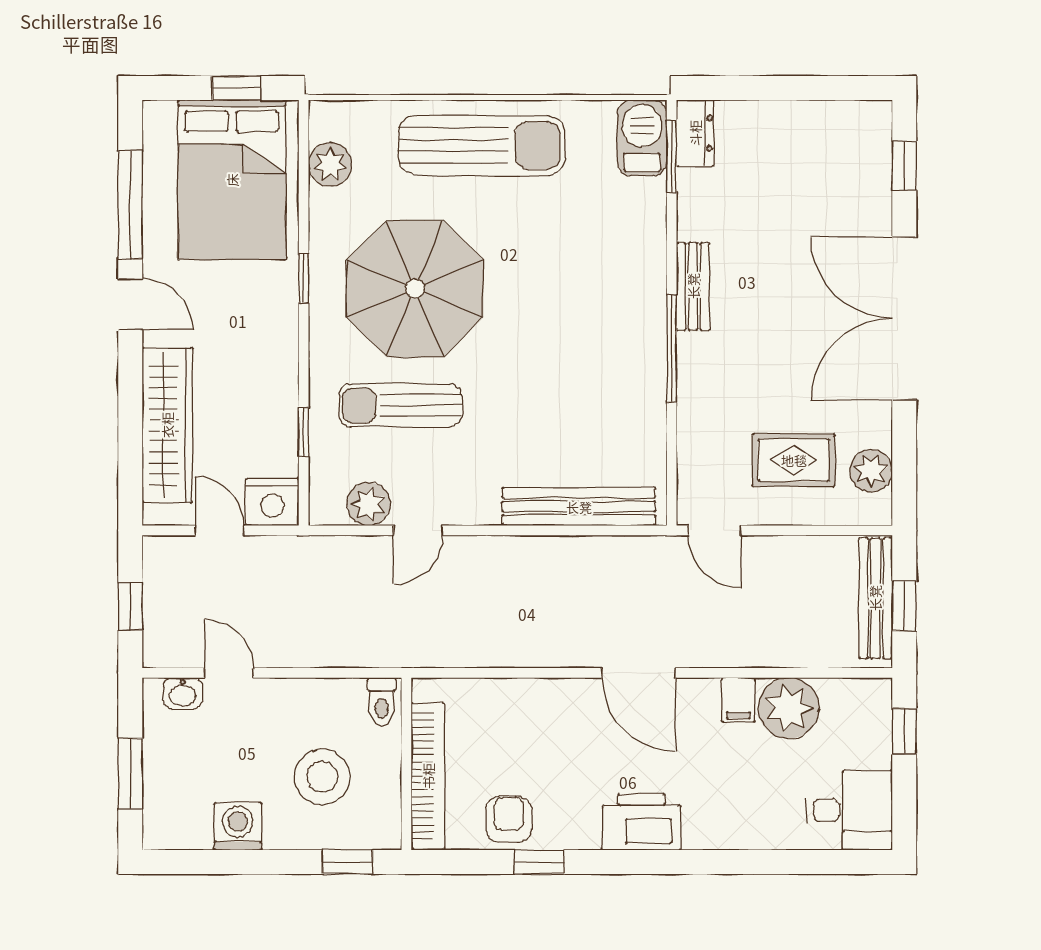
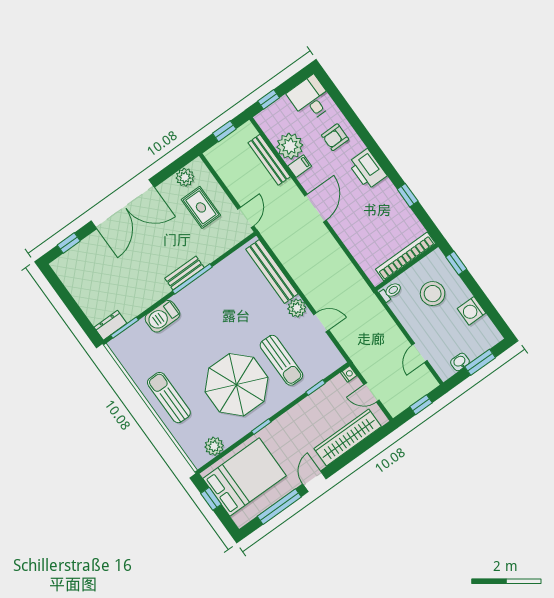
barbecue: (642, 138) -> (162, 316), moved
sun lounger: (482, 145) -> (169, 398), width x0.73, depth x0.75
bench: (693, 286) -> (185, 273), moved
nightstand: (272, 502) -> (349, 374), width x0.53, depth x0.56
plant: (369, 504) -> (297, 308), moved
door: (219, 530) -> (372, 392), hinge flipped
bench: (875, 598) -> (269, 160), moved, turned 90
washbasin: (183, 693) -> (460, 362), moved, turned -90
armchair: (509, 819) -> (335, 137), moved

